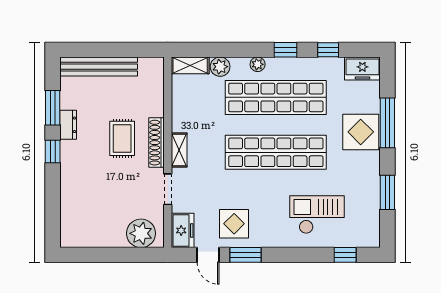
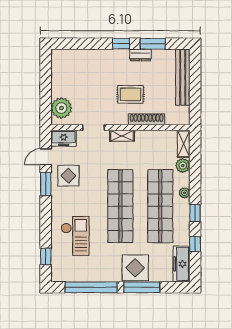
freezer: (362, 68) -> (181, 264), width x1.40
shoe rack: (157, 143) -> (147, 119), moved
window: (387, 192) -> (91, 287), width x2.11

